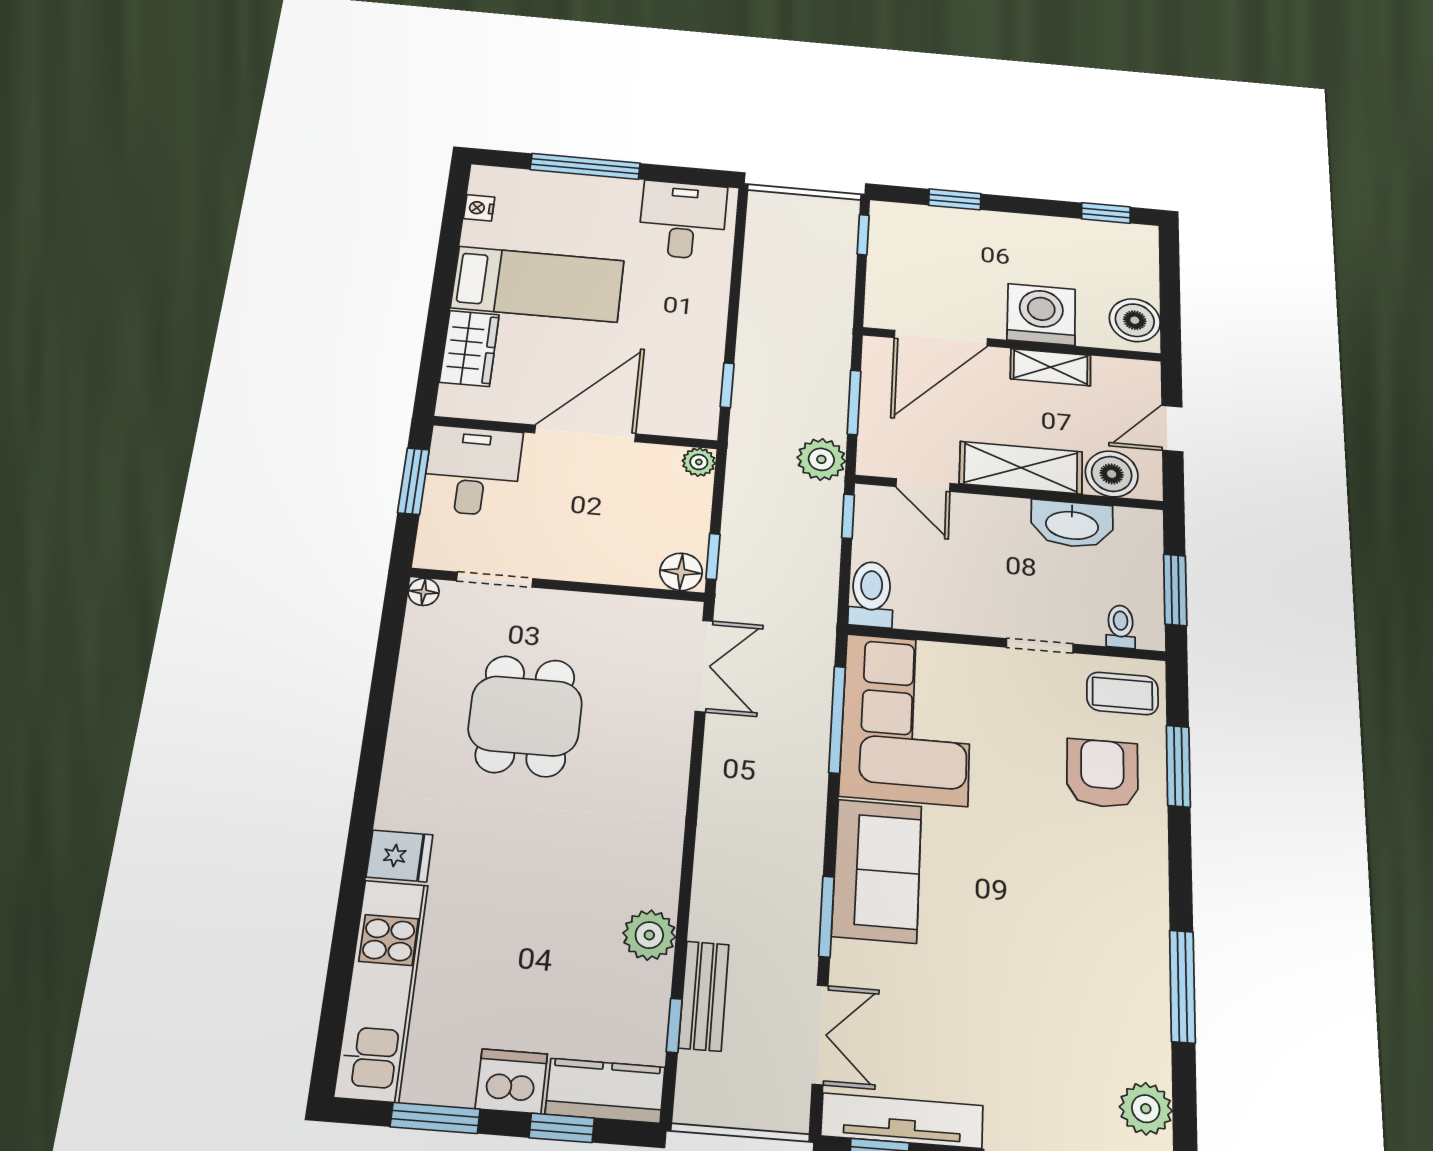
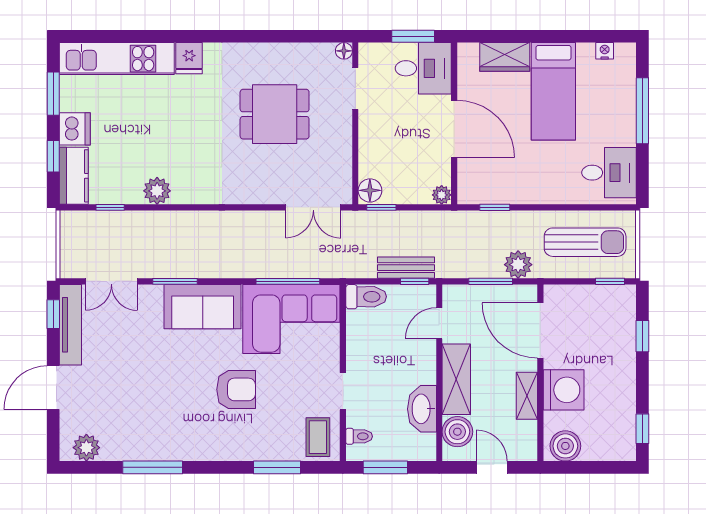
sun lounger: (796, 263) -> (585, 242), added
plant: (821, 459) -> (518, 265), moved
armchair: (1102, 773) -> (236, 389), moved
bench: (704, 996) -> (406, 268), moved

